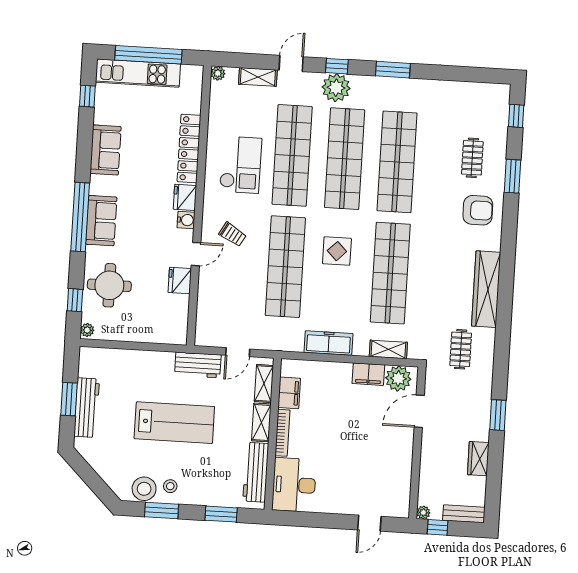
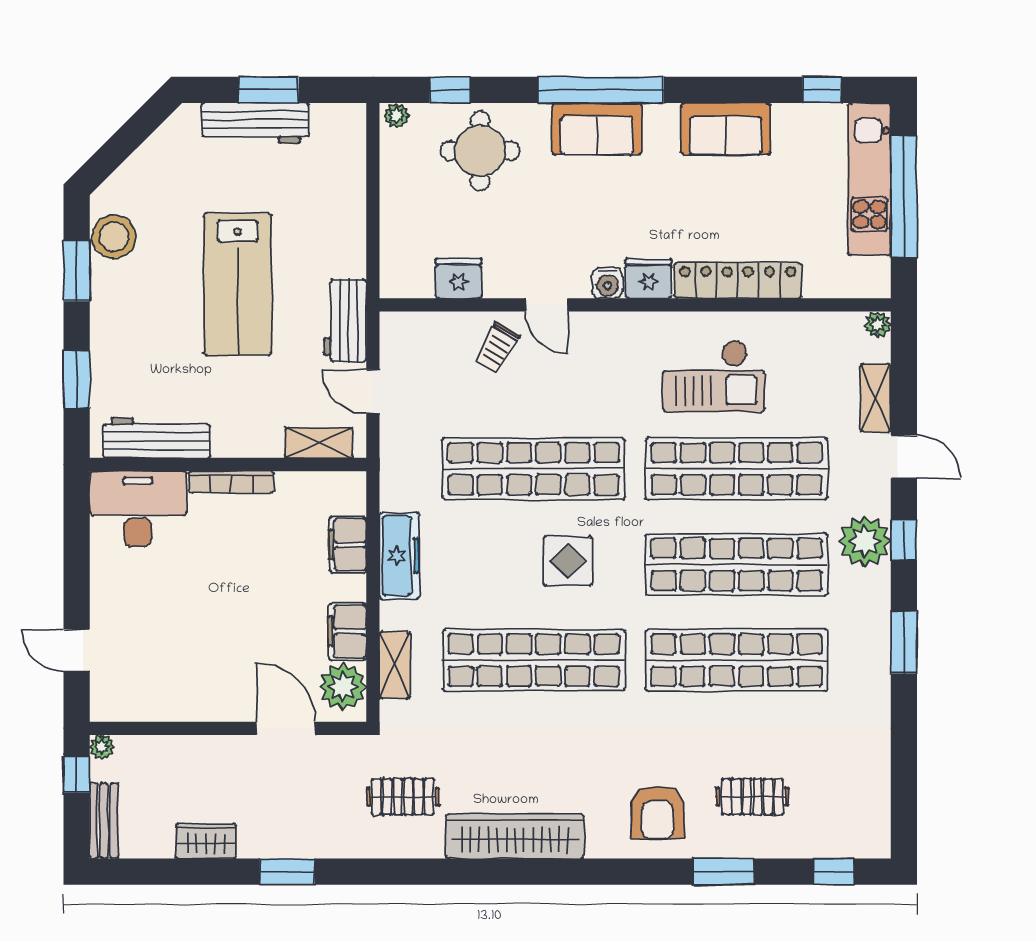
trolley: (233, 234) -> (497, 348), moved
fridge: (180, 281) -> (459, 278), moved
filing cabinet: (289, 393) -> (348, 545), moved, turned 90
shelving: (261, 422) -> (248, 442), removed
stool: (170, 486) -> (122, 284), removed

